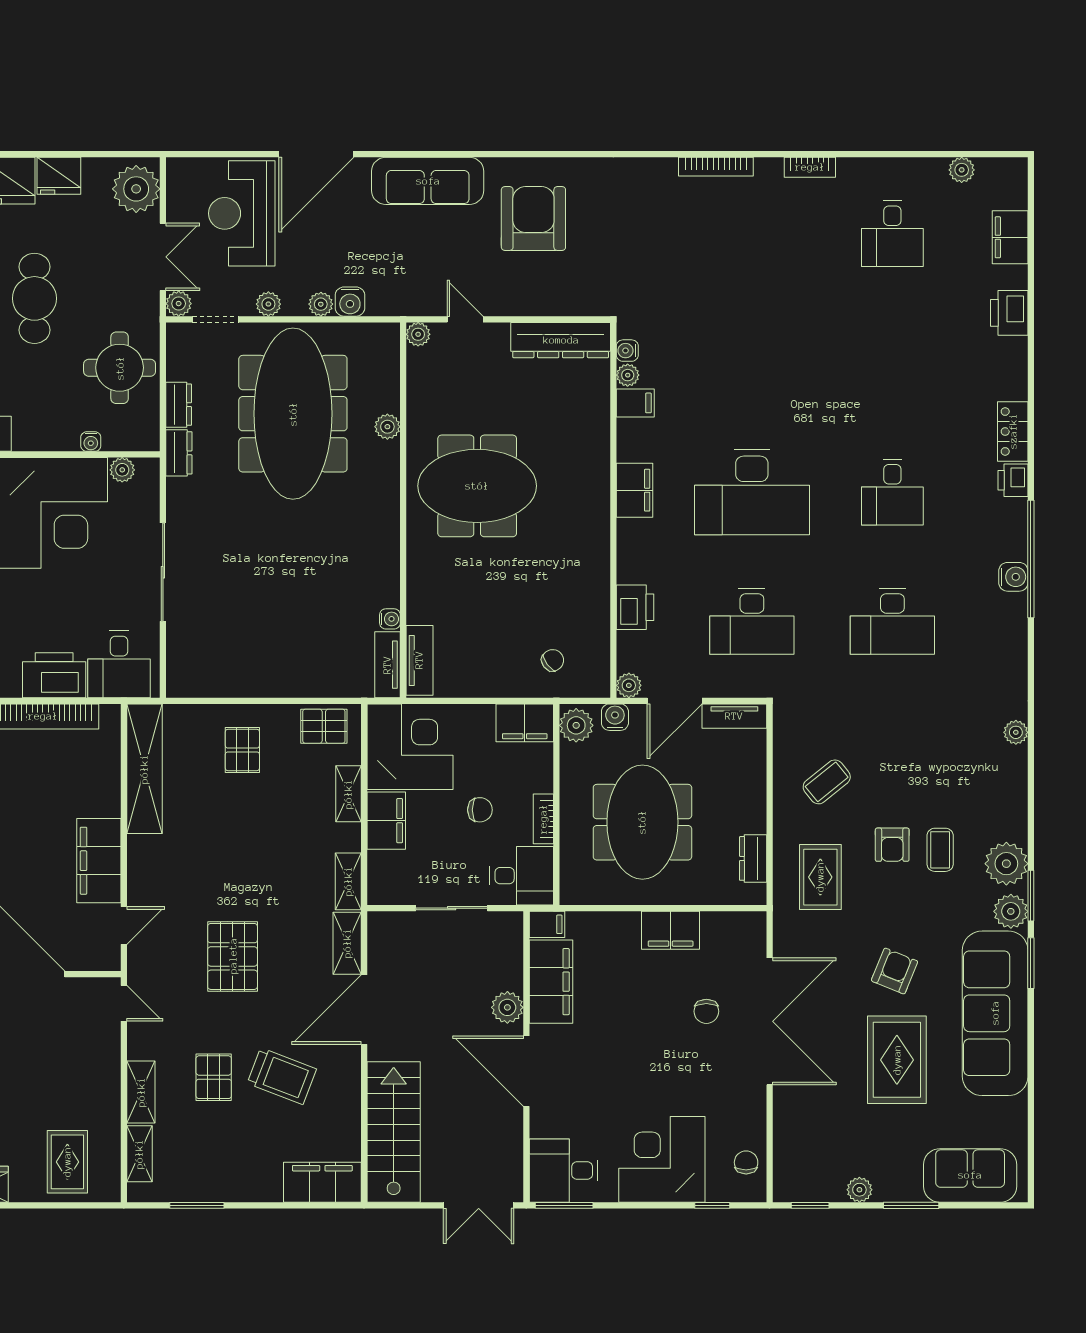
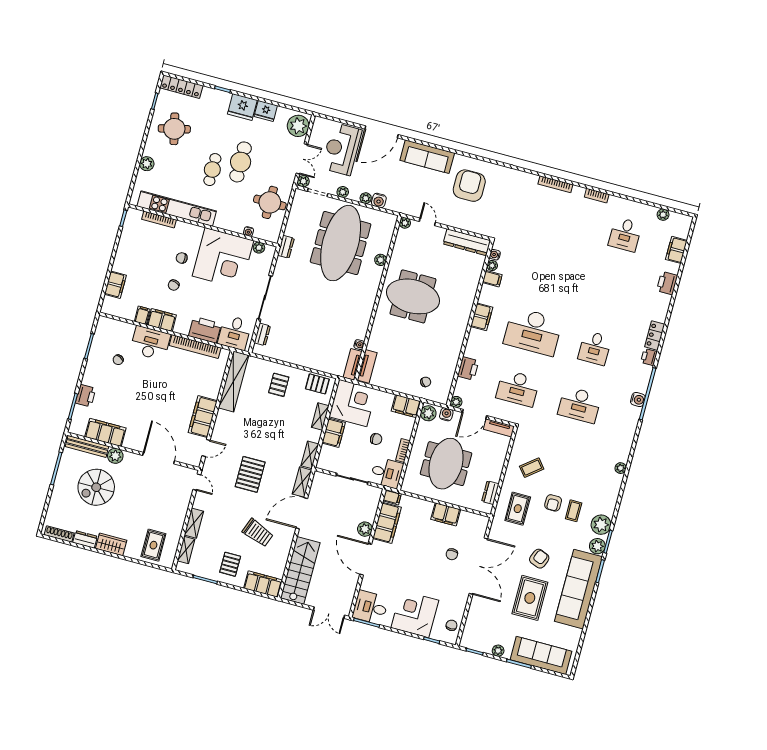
dresser: (179, 405) -> (262, 334), moved
pallet: (214, 1077) -> (230, 564), moved
sofa: (970, 1175) -> (541, 655), width x1.36

